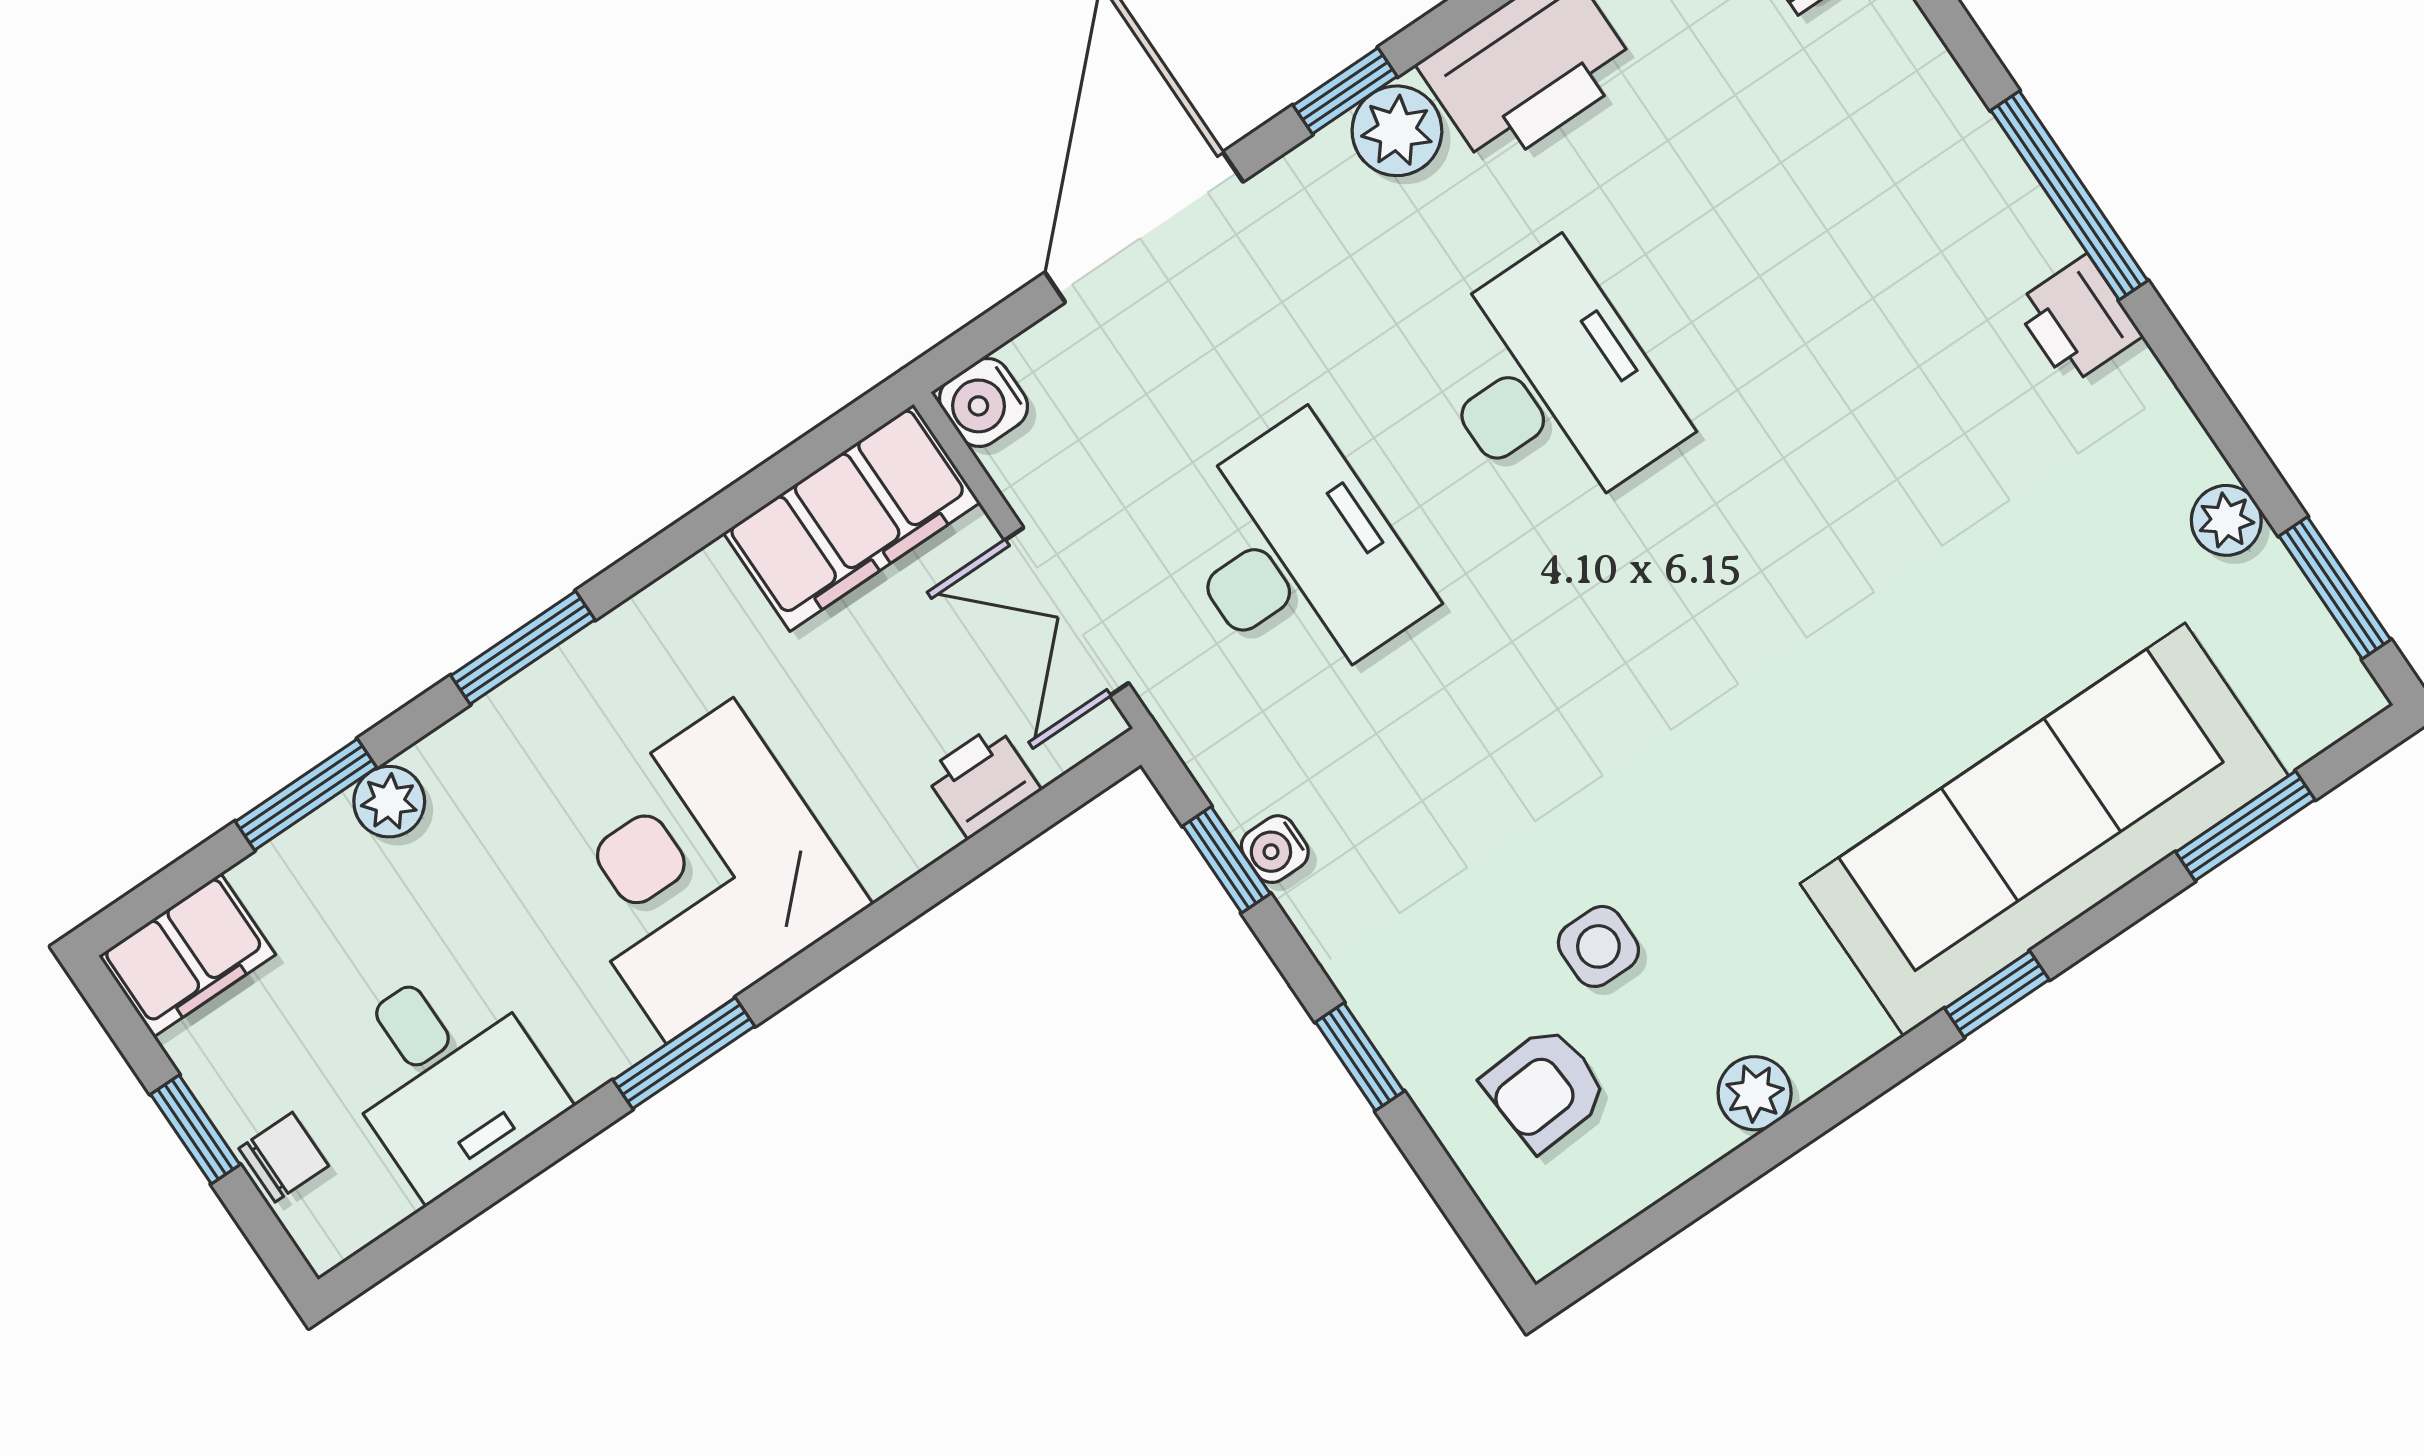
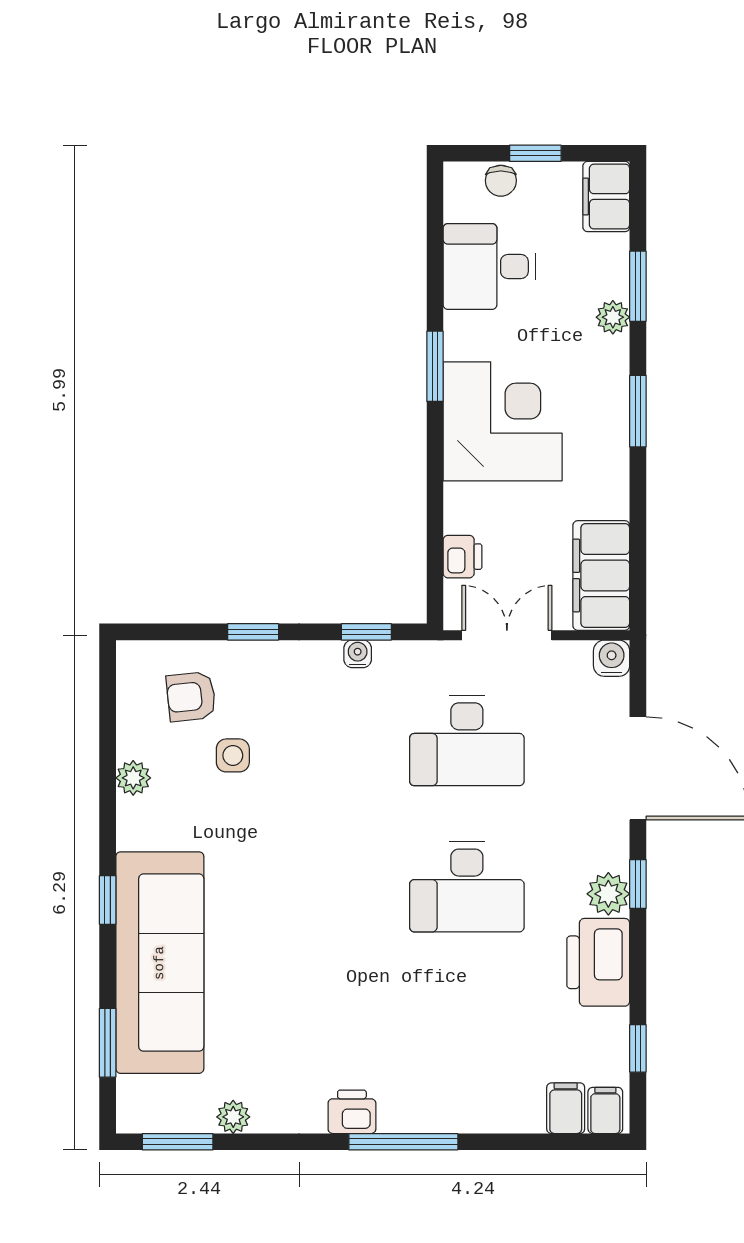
armchair: (1545, 1088) -> (191, 697), turned -92

